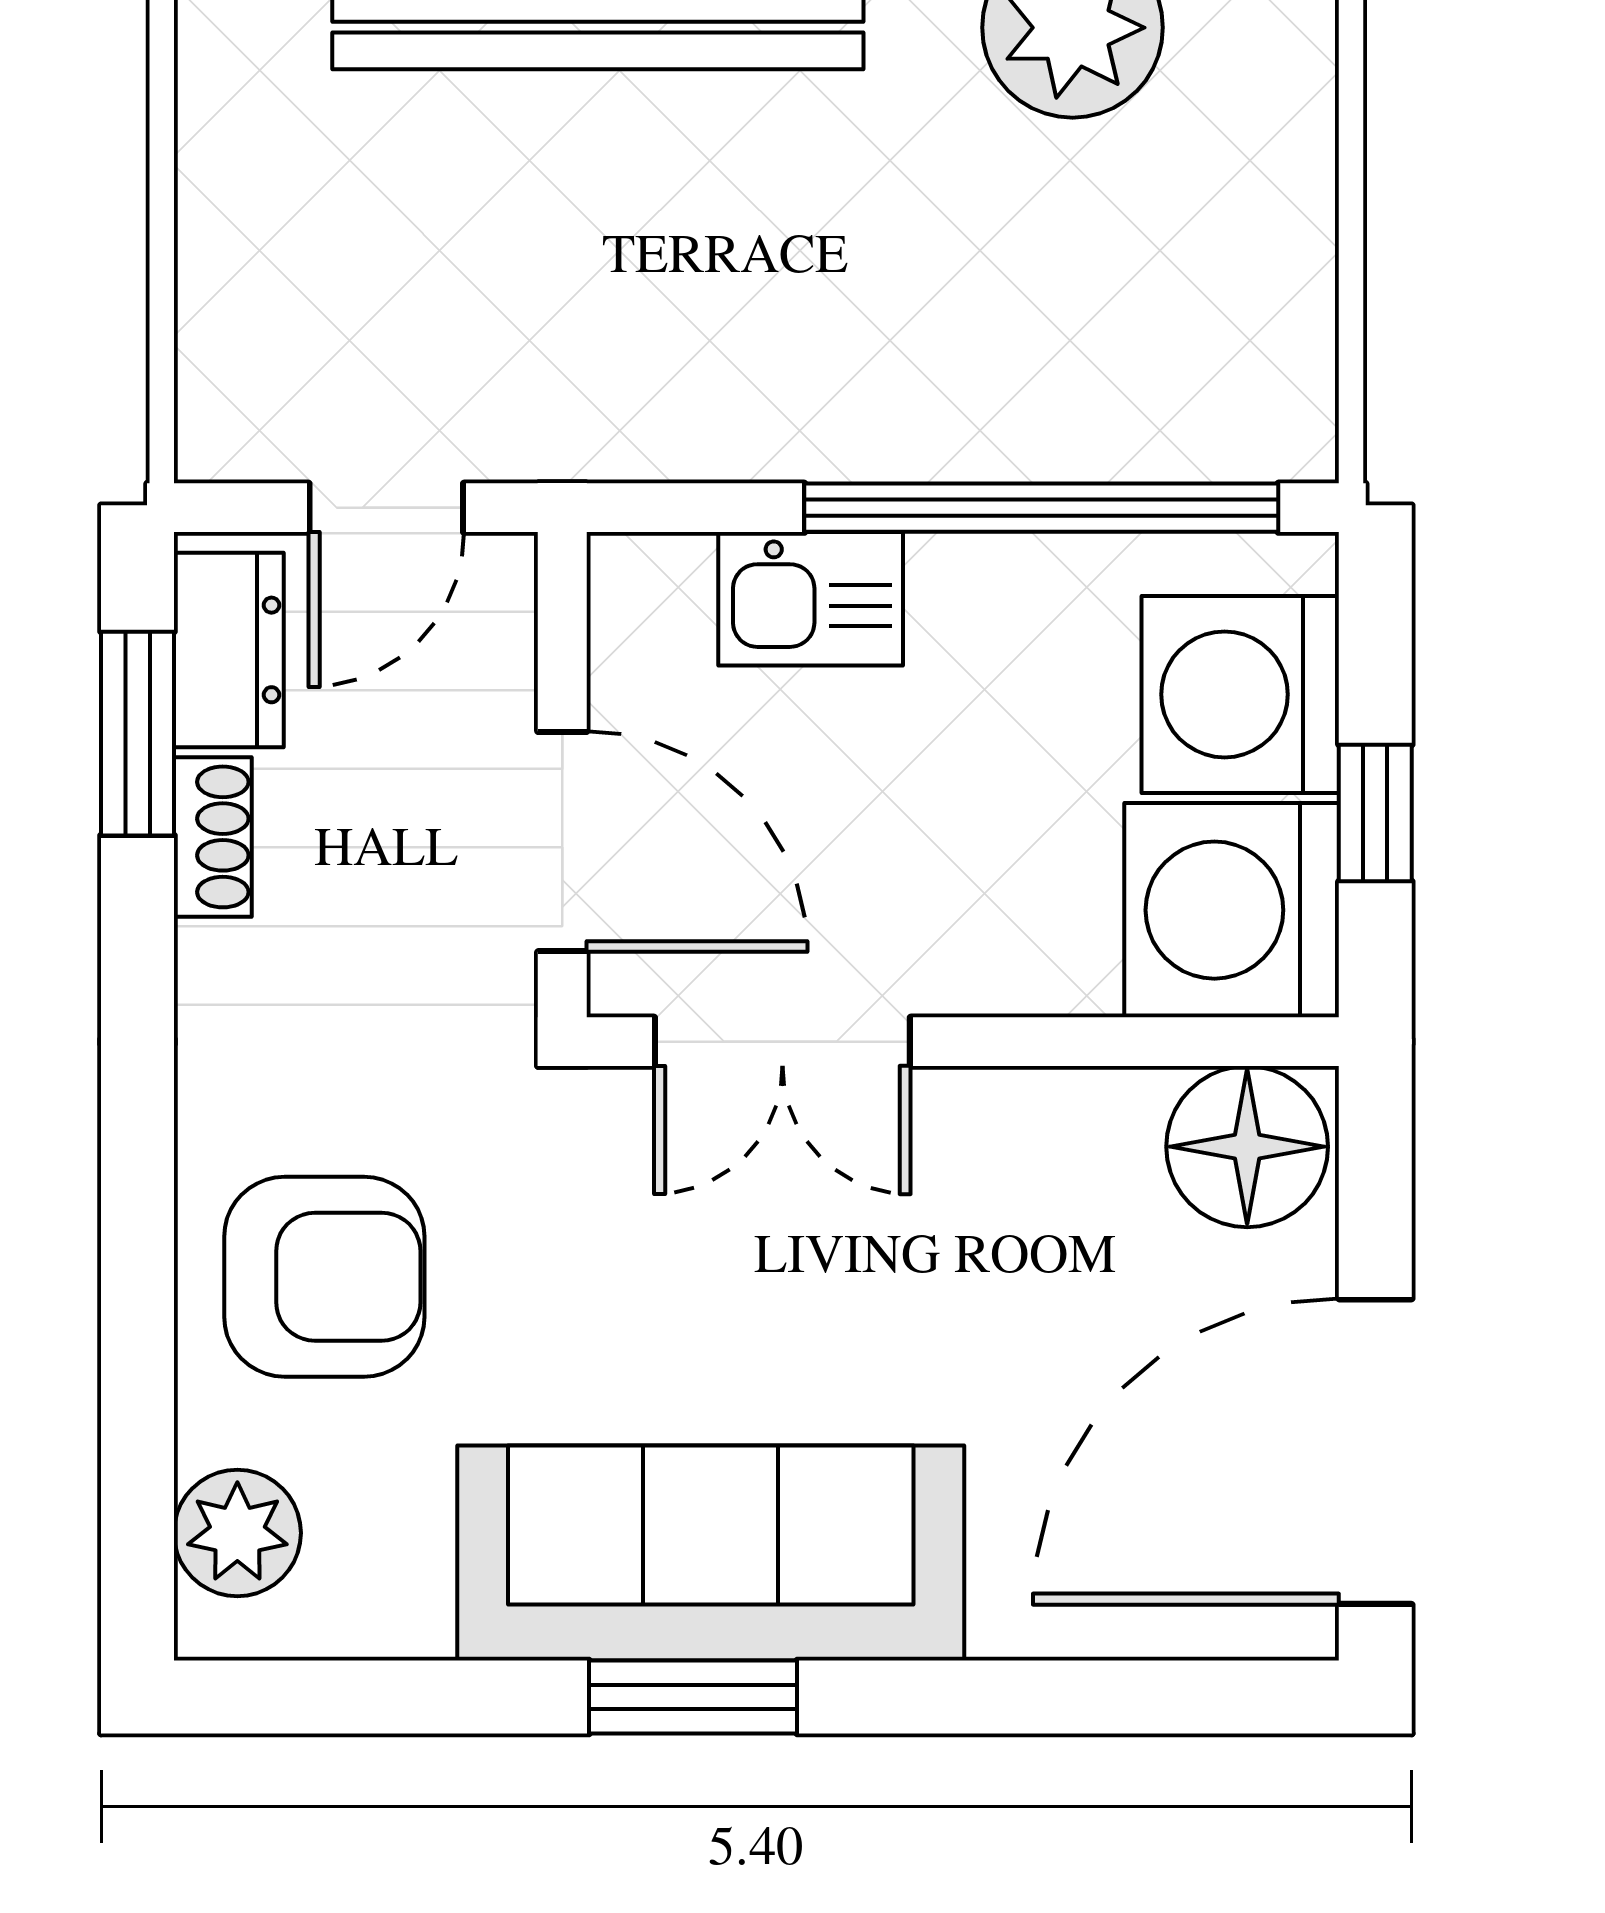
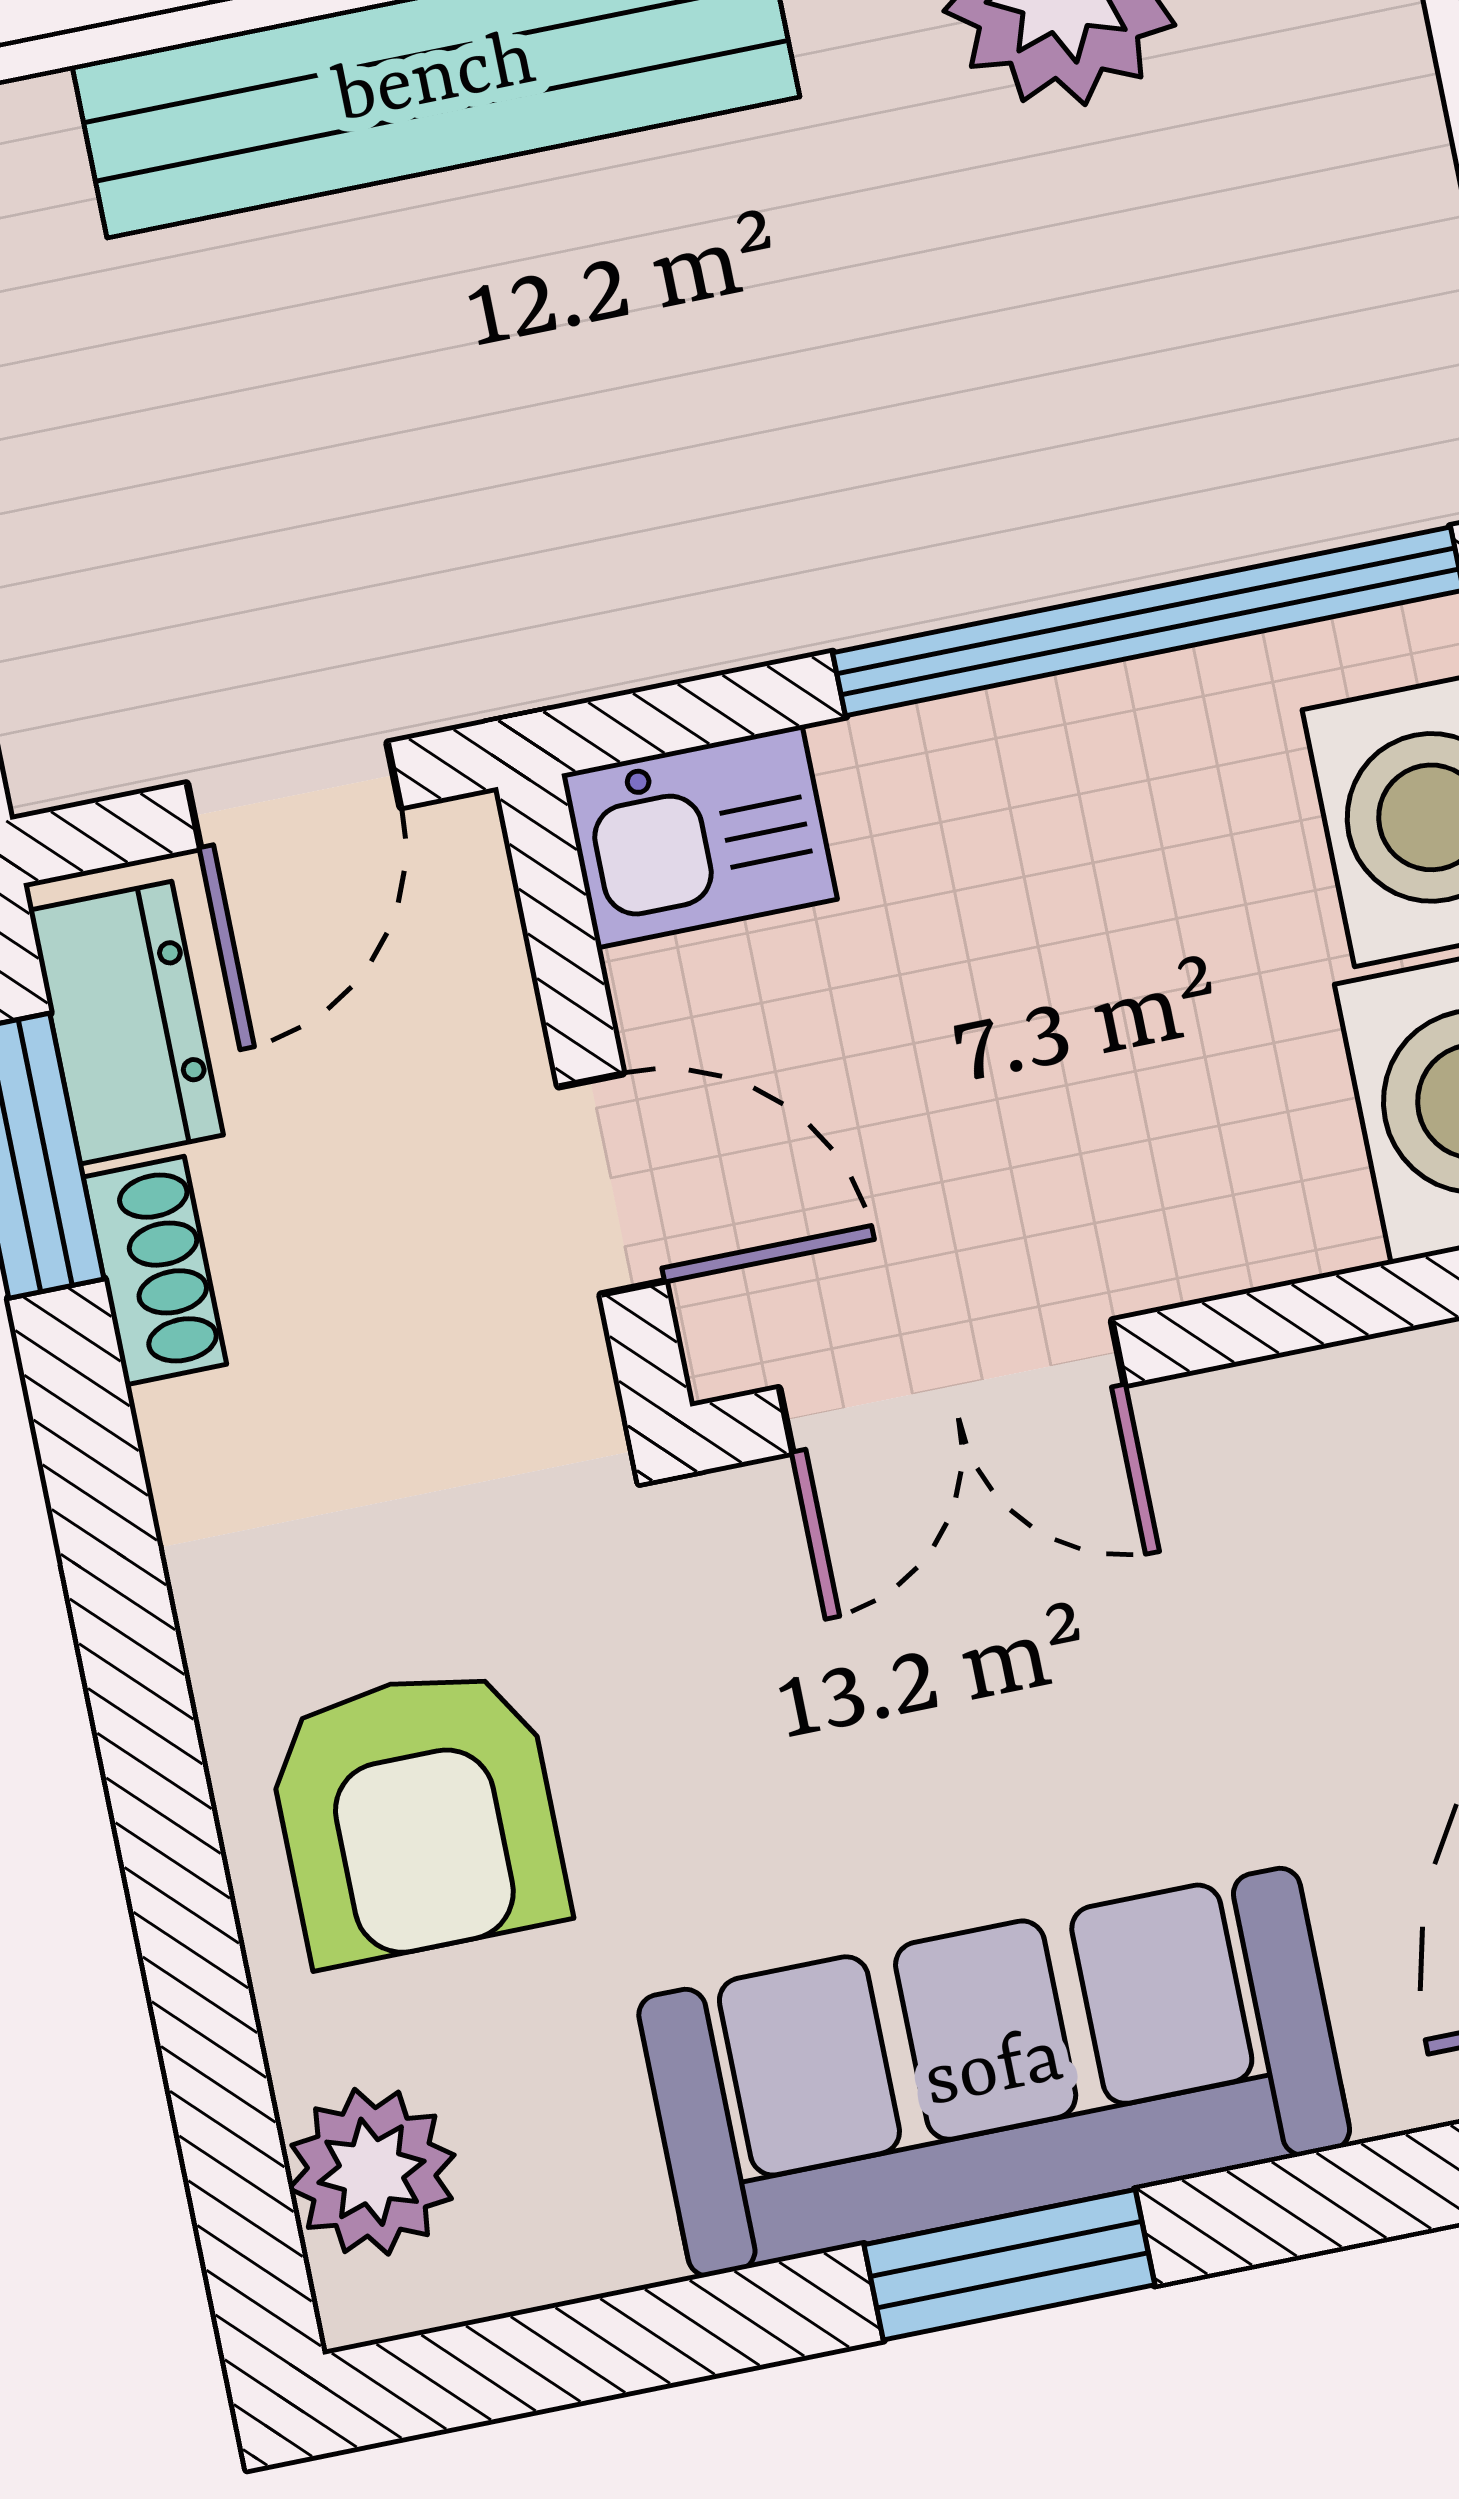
kitchen sink: (811, 599) -> (699, 837), moved
door: (562, 842) -> (612, 1184), width x0.73
armchair: (324, 1277) -> (417, 1815), turned 90

